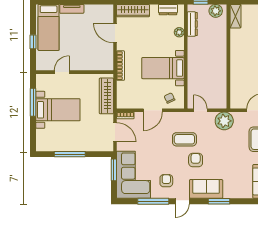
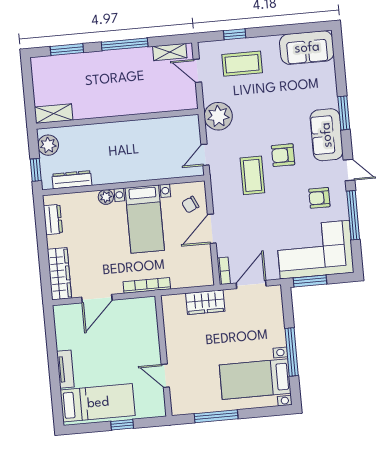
plant: (179, 32) -> (106, 197), moved
wardrobe: (106, 96) -> (205, 302), width x0.67
bed with nightstands: (58, 110) -> (255, 379), moved, turned -90
door: (153, 110) -> (212, 229), swing flipped

